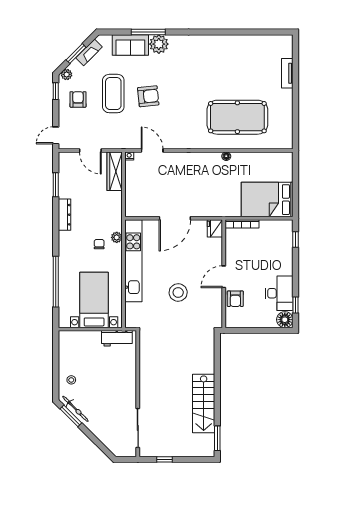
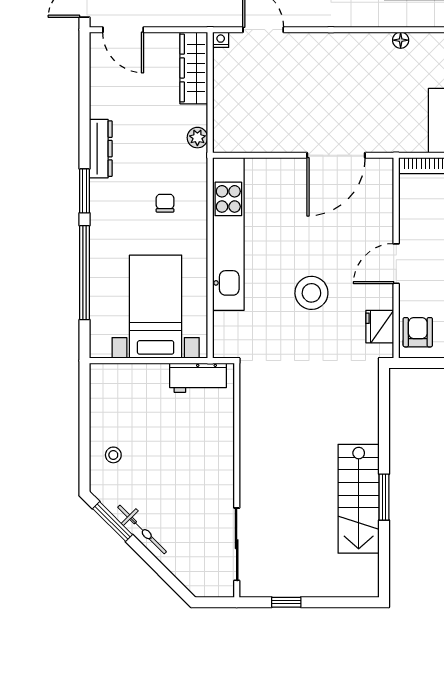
door: (90, 151) -> (123, 30), moved
window: (56, 185) -> (84, 191), moved
door: (175, 218) -> (336, 155), moved
fridge: (215, 228) -> (380, 327), moved
plant: (117, 237) -> (197, 138), moved
armchair: (235, 299) -> (418, 332), moved, turned 180
bicycle: (75, 409) -> (142, 529), moved
window: (217, 438) -> (384, 497), moved

